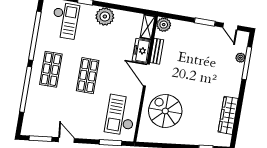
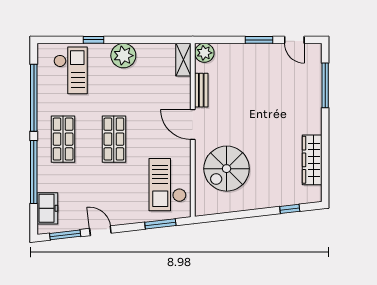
freezer: (141, 51) -> (47, 208), moved, turned 180
plant: (240, 58) -> (315, 79), removed
spiral stairs: (165, 111) -> (227, 169), turned -90

